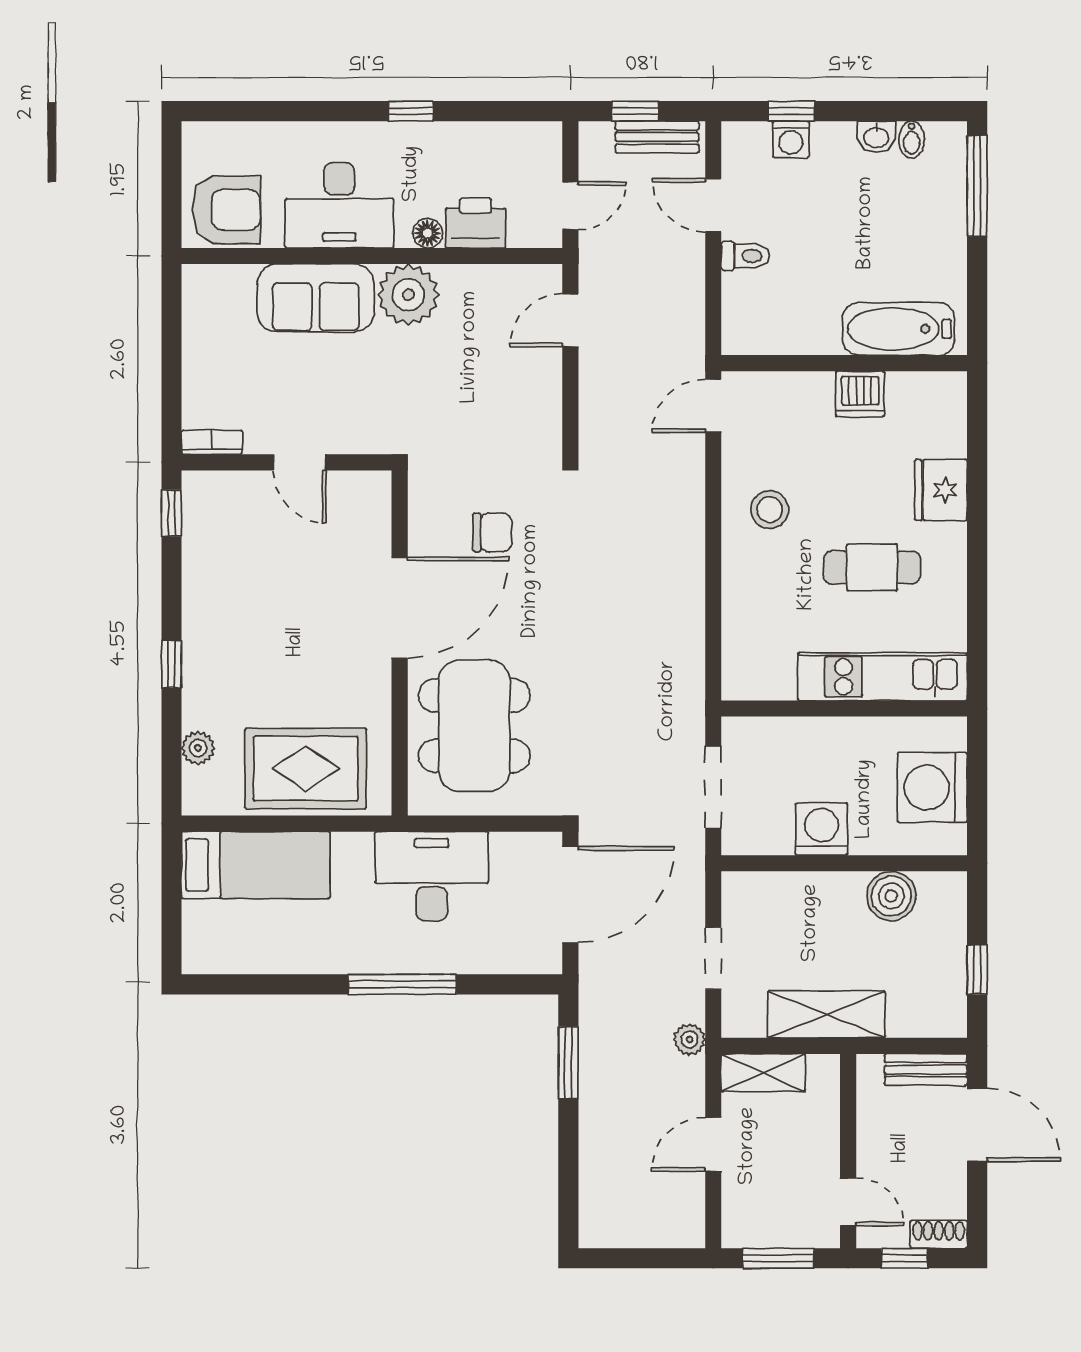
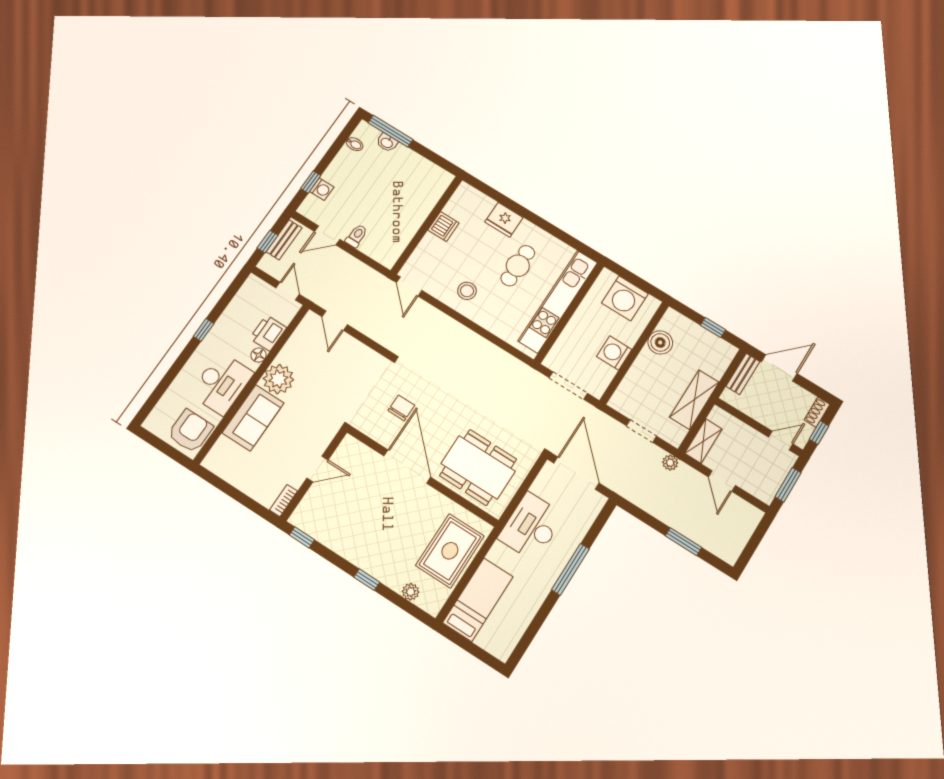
washbasin: (876, 137) -> (387, 143), moved, turned 90
bathtub: (899, 329) -> (427, 196), removed
kitchen unit: (882, 677) -> (558, 302), width x1.36
window: (568, 1063) -> (684, 542), moved

